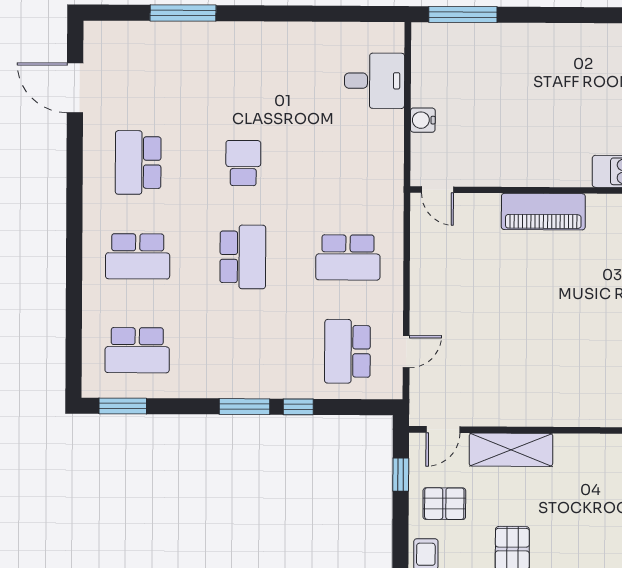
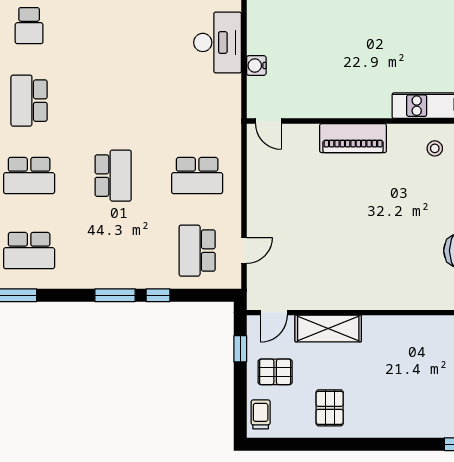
desk: (374, 81) -> (218, 42), width x1.37
school desk: (243, 163) -> (29, 26), moved, turned 180

